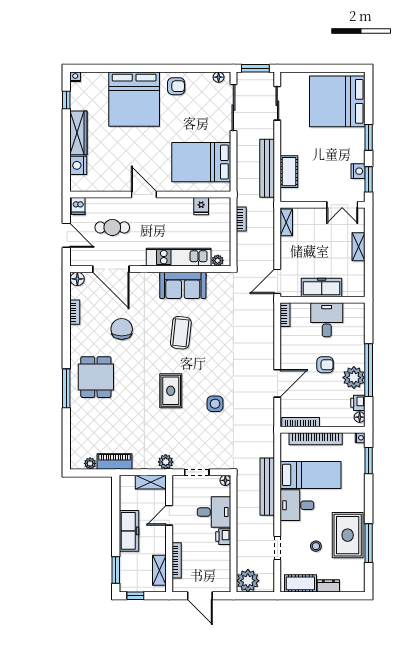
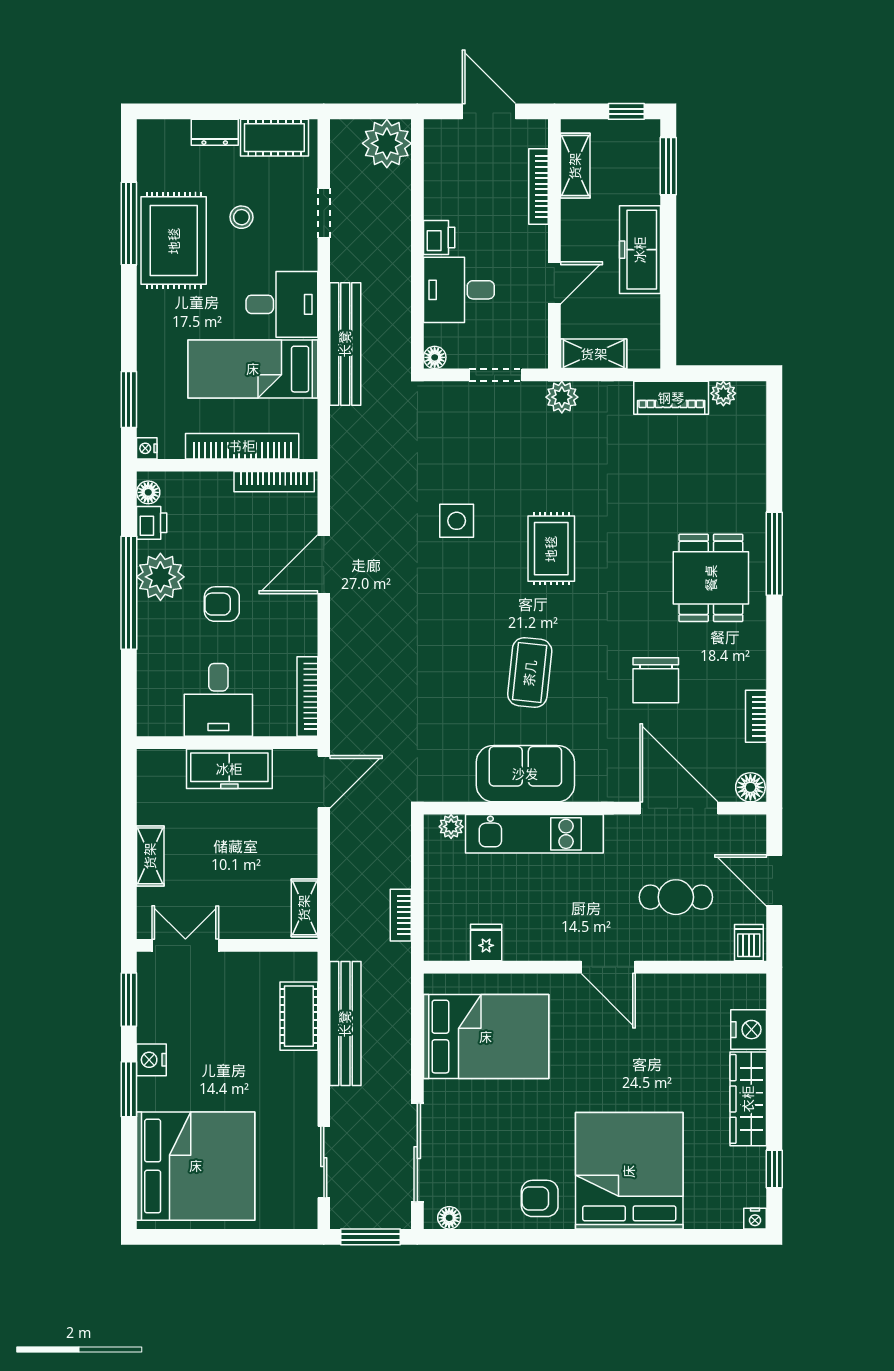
nightstand: (358, 171) -> (151, 1060), moved
bookcase: (285, 315) -> (307, 697), width x1.56

